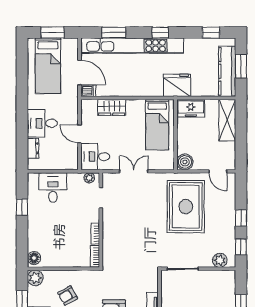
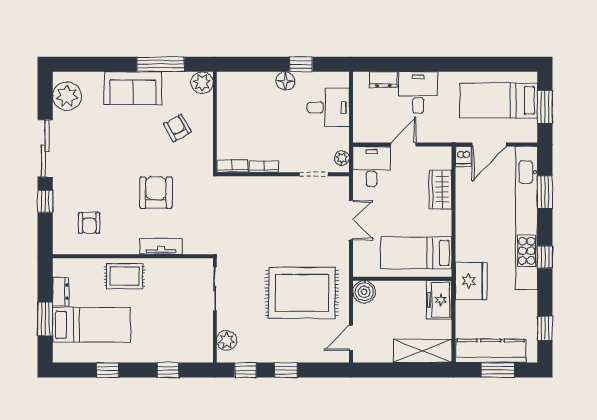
floor lamp: (34, 258) -> (285, 81), moved

